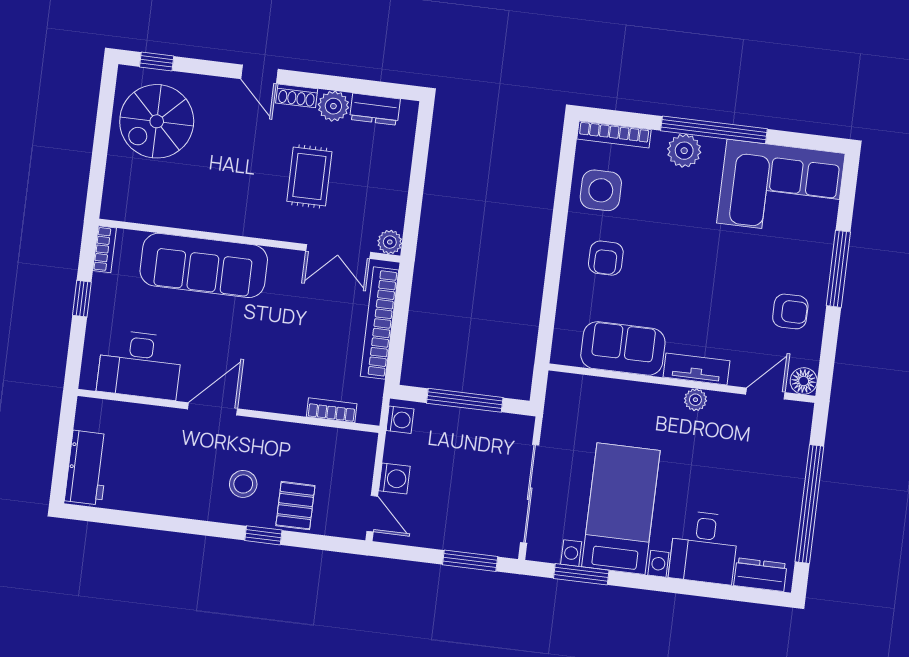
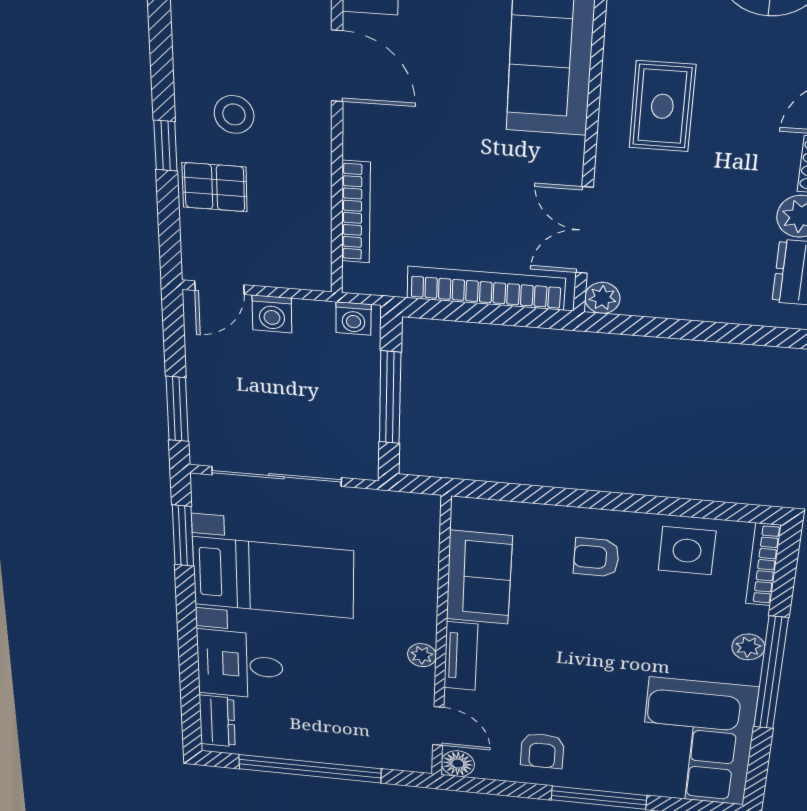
plant: (684, 151) -> (748, 647), width x0.73, depth x0.73
rug: (309, 176) -> (662, 106), moved, turned 90
bookcase: (332, 410) -> (356, 212), width x1.56

